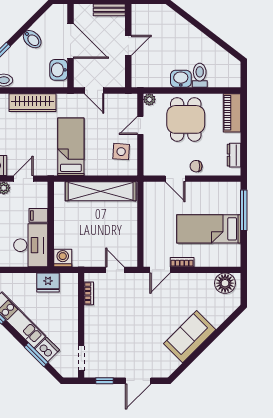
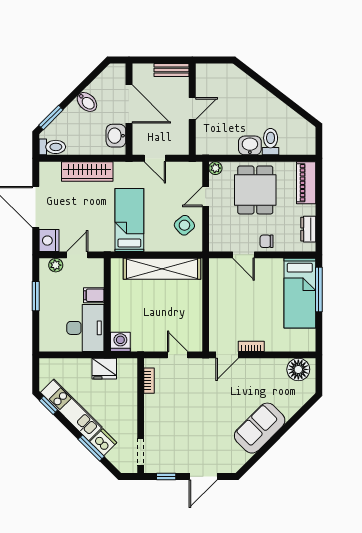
side table: (121, 152) -> (184, 225), turned 45
bed: (209, 229) -> (300, 293), moved, turned -90

